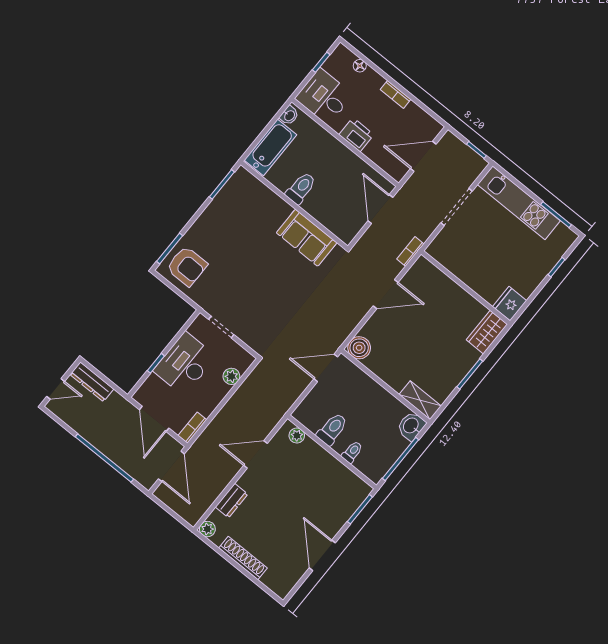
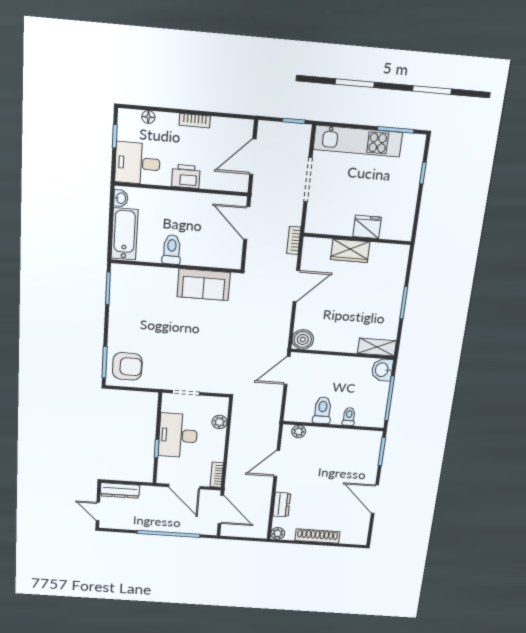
fridge: (510, 304) -> (367, 227), moved, turned 90
wardrobe: (487, 332) -> (350, 251), moved, turned -90
door: (56, 389) -> (98, 511), swing flipped

